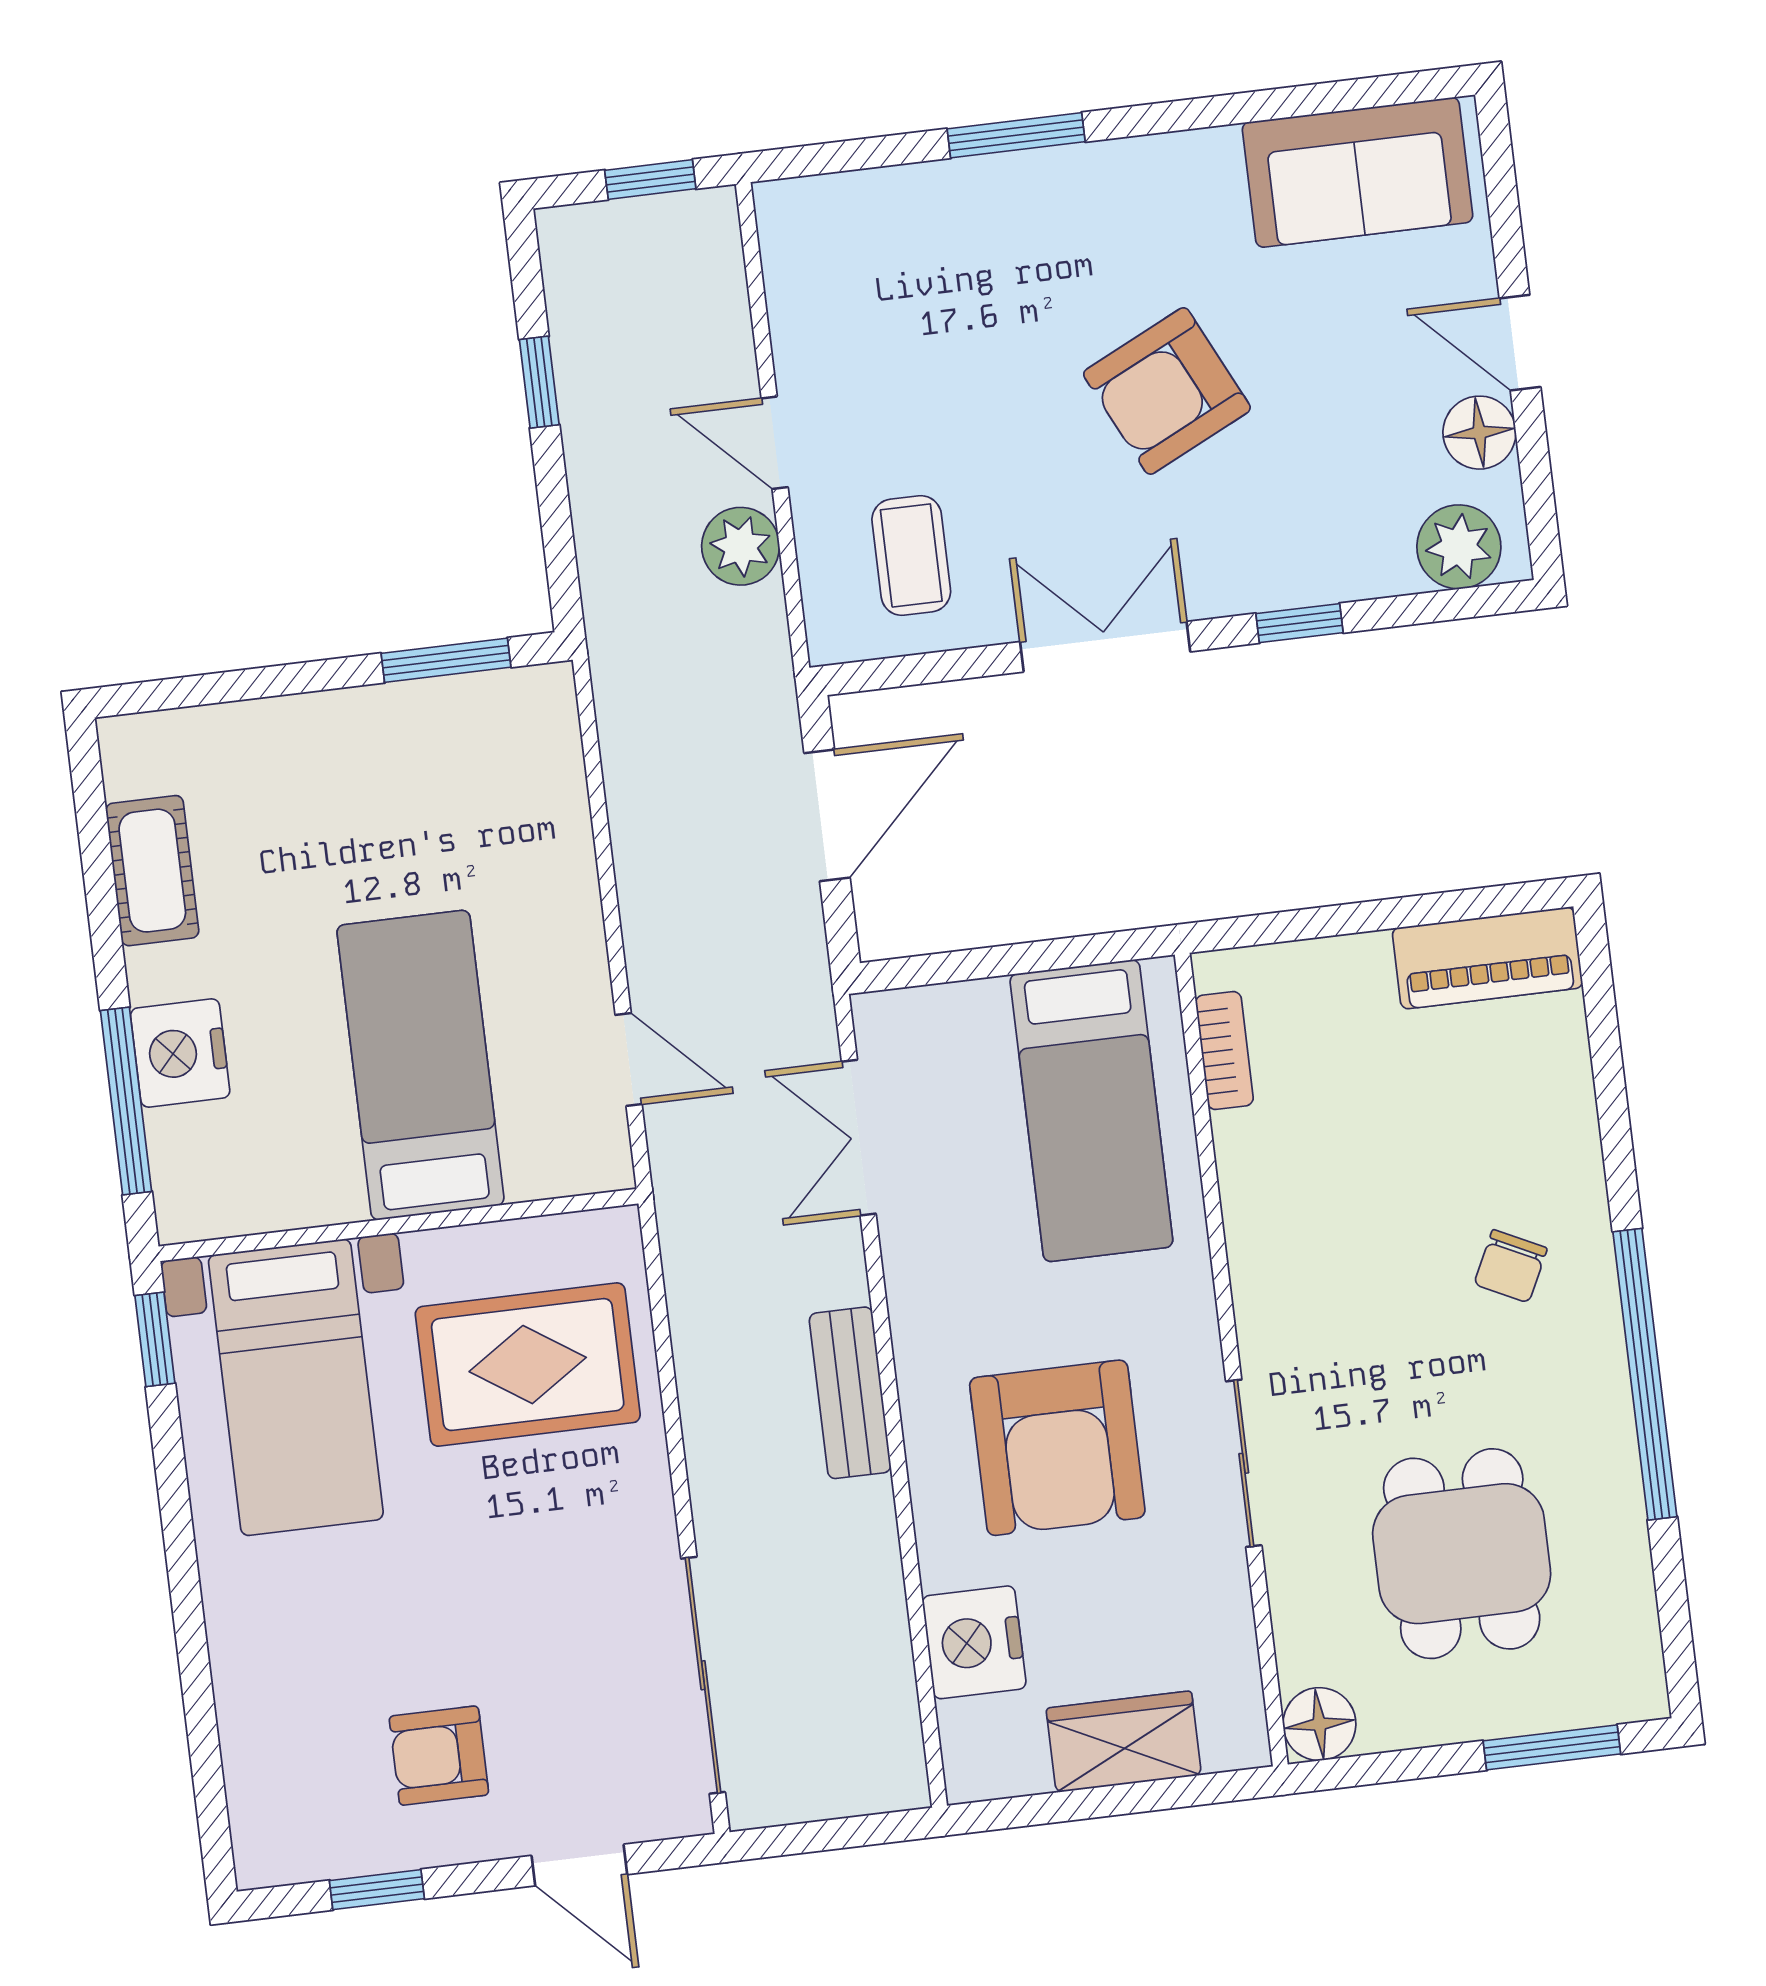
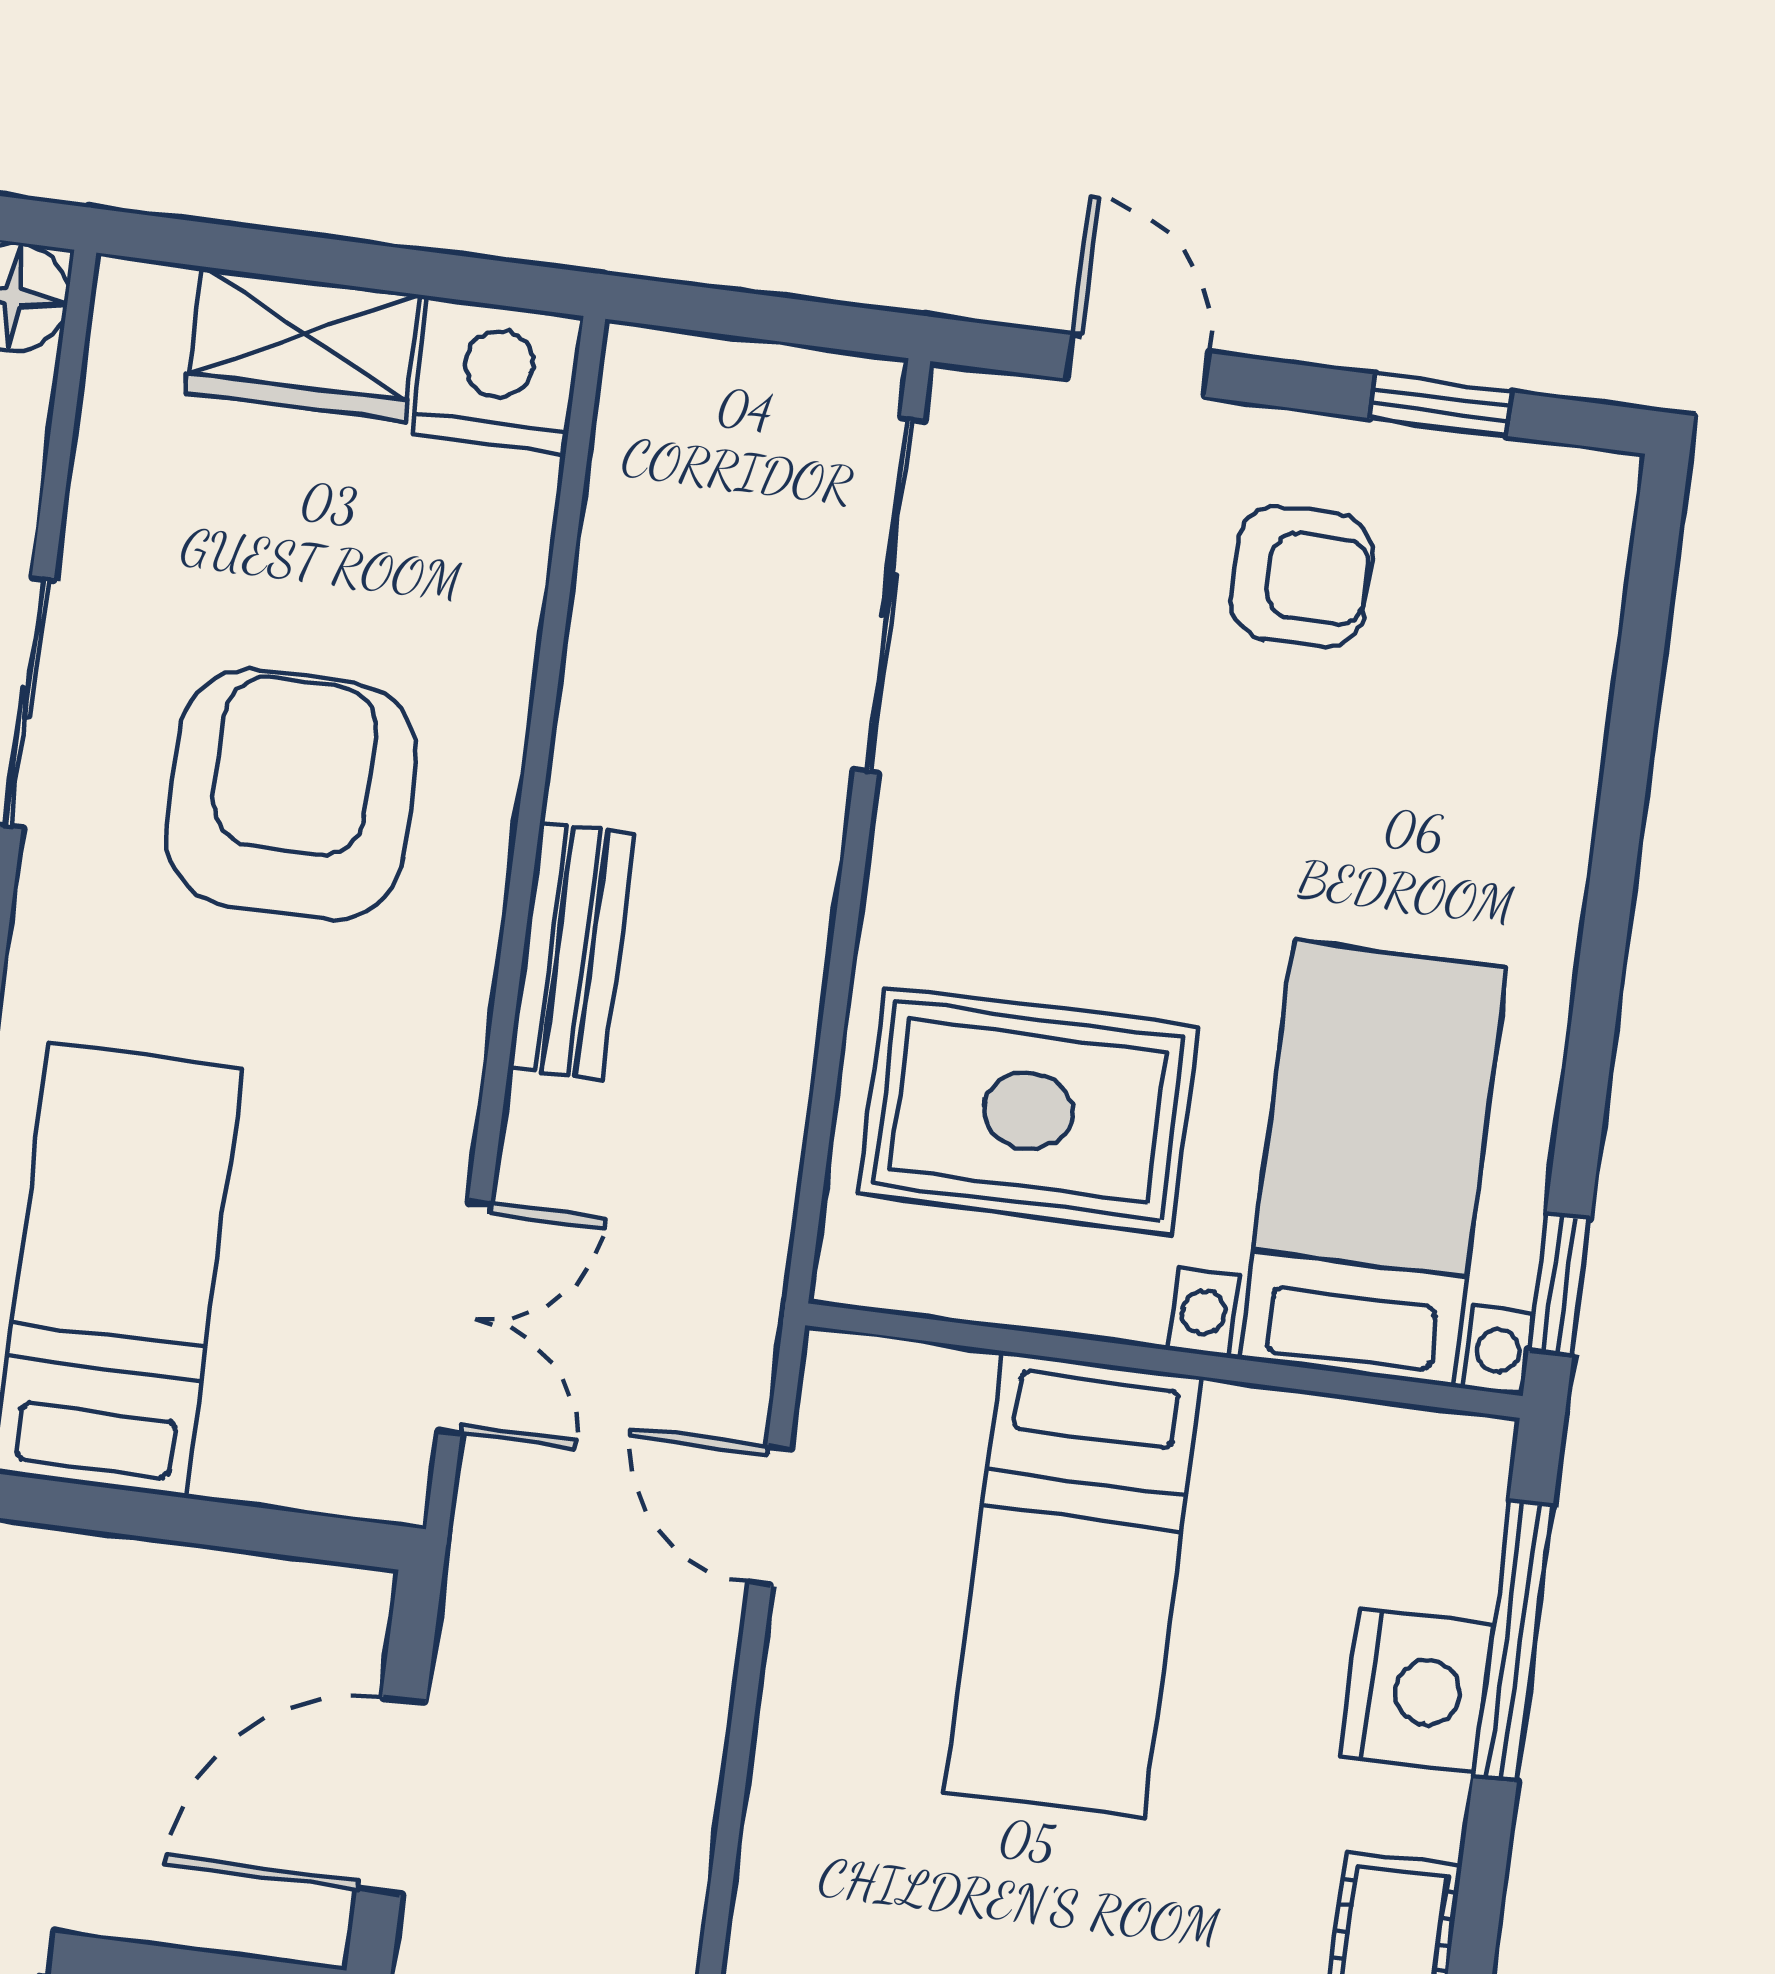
nightstand: (974, 1642) -> (497, 375), moved, turned -90

